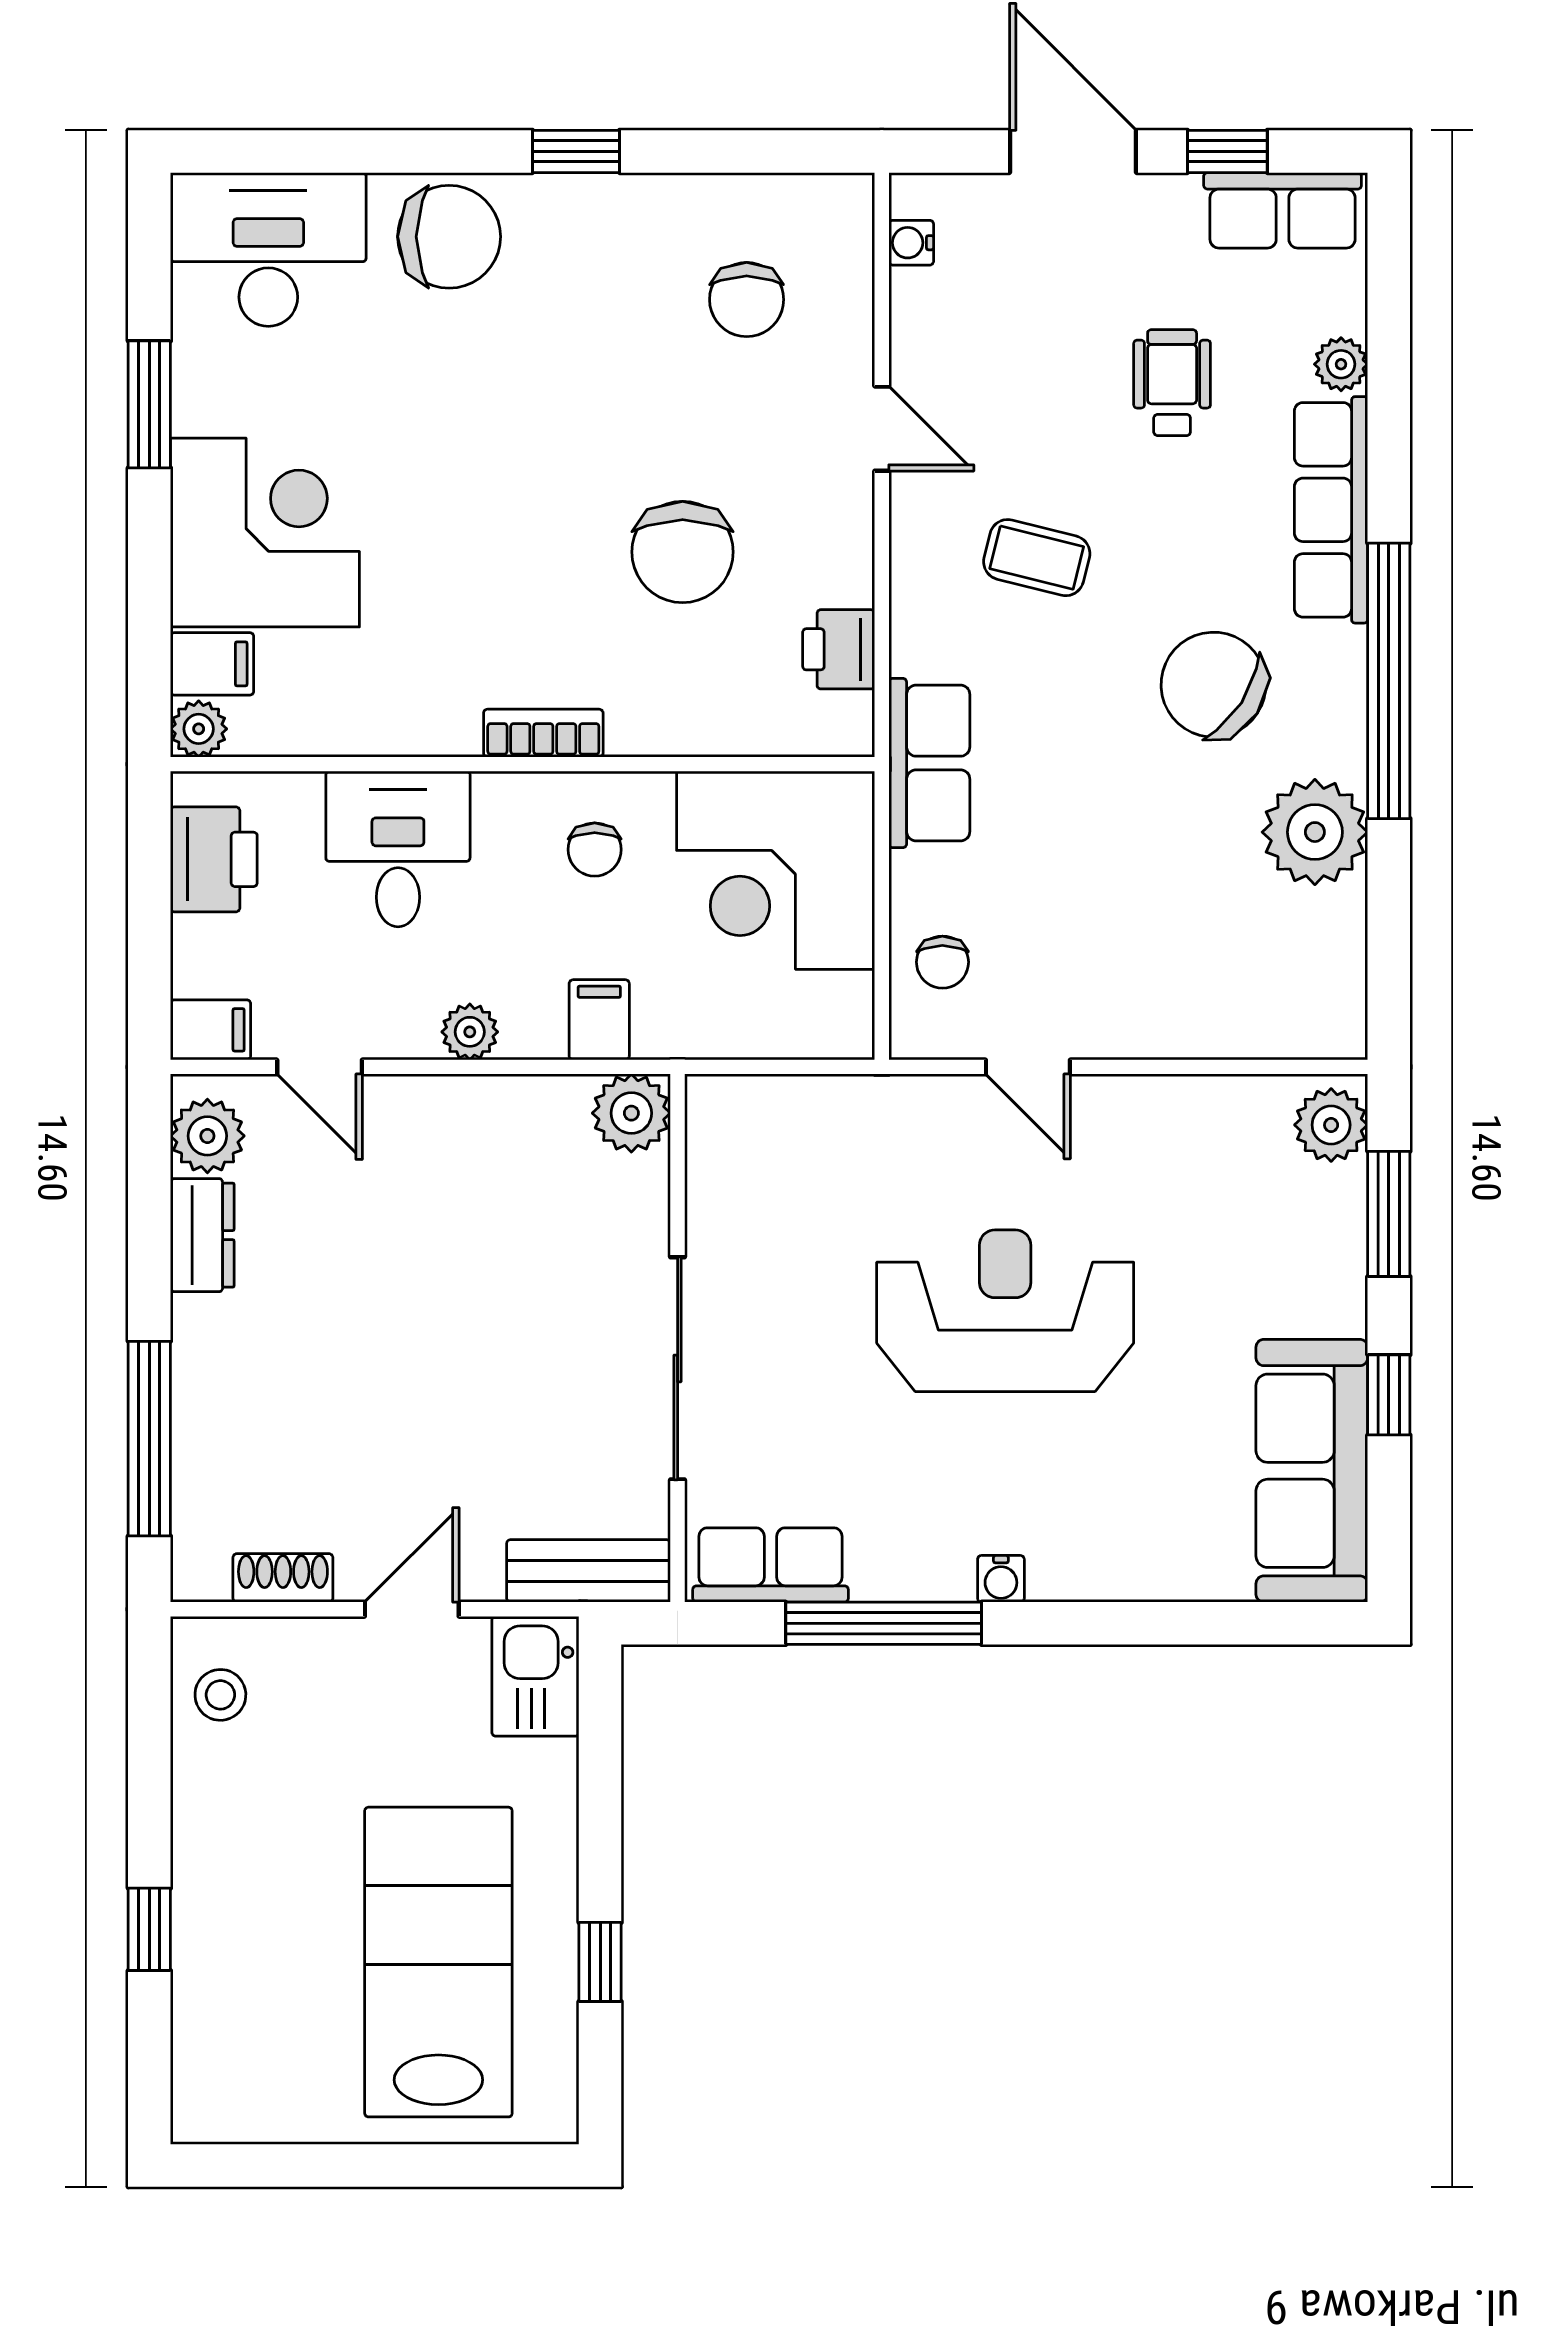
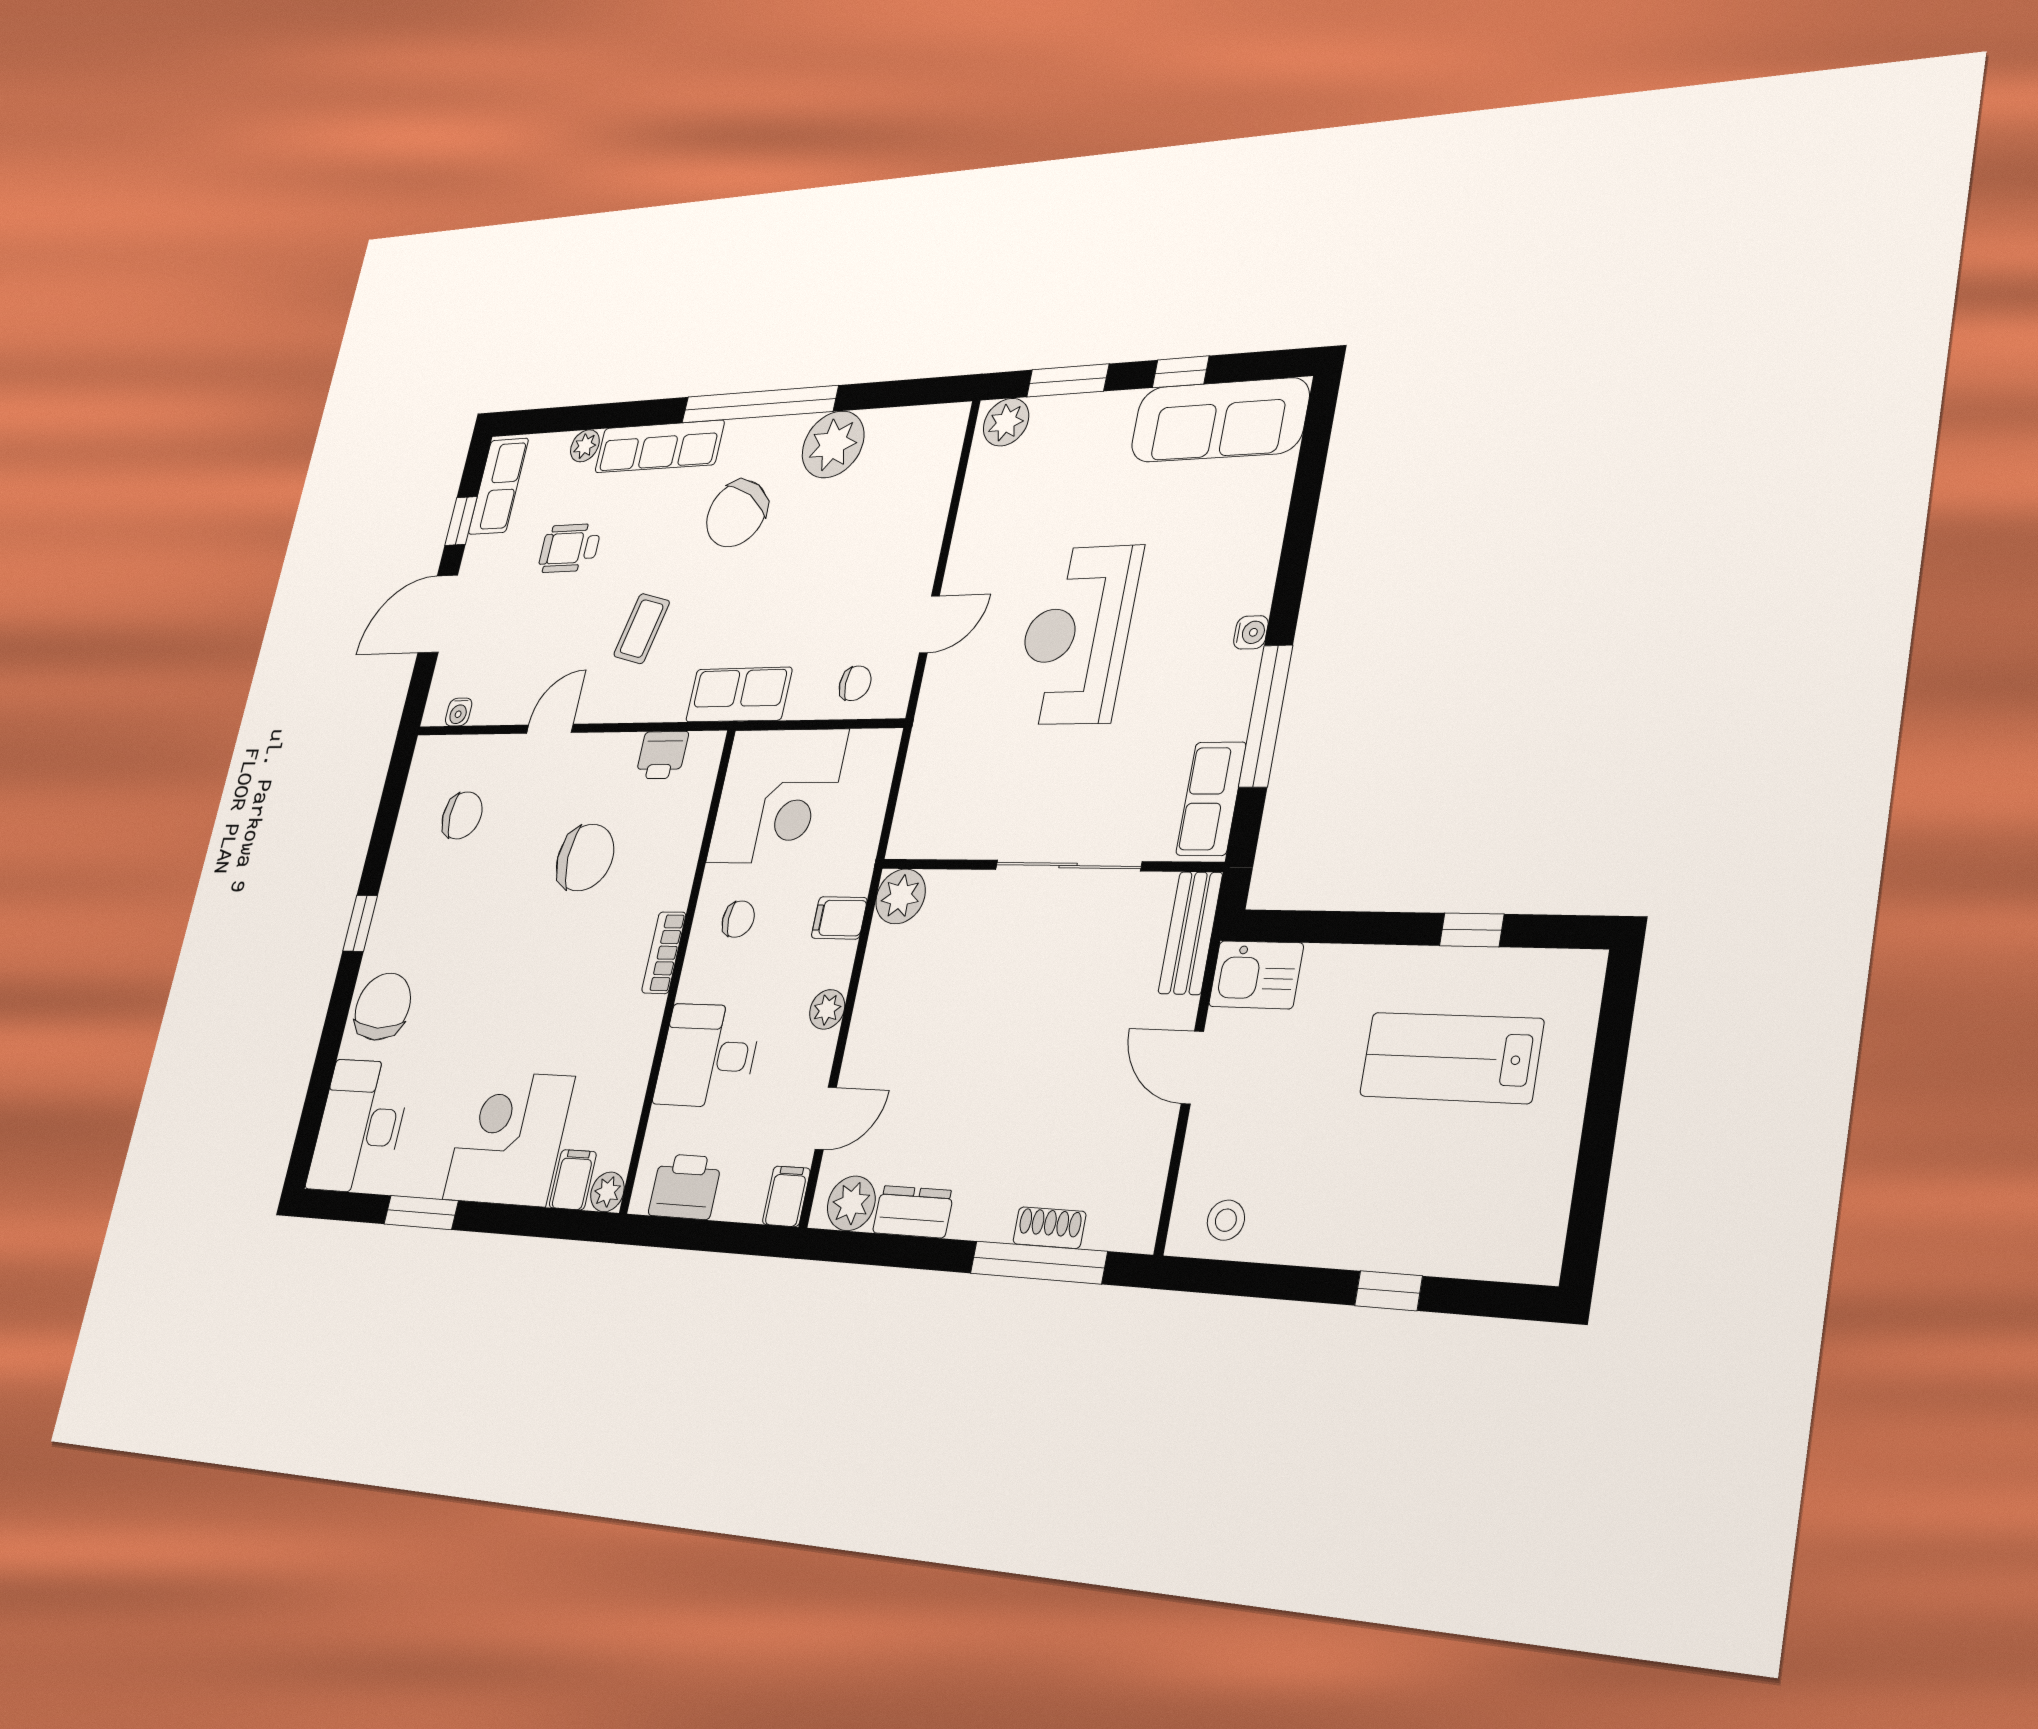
shoe rack: (283, 1578) -> (1049, 1228), moved, turned 90
lab bench: (438, 1962) -> (1451, 1058), width x0.73, depth x0.72

